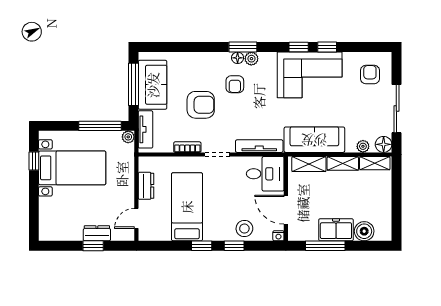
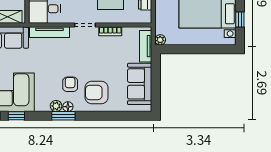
window: (133, 84) -> (156, 84), removed
armchair: (201, 105) -> (97, 92), moved
window: (100, 126) -> (184, 49), removed

